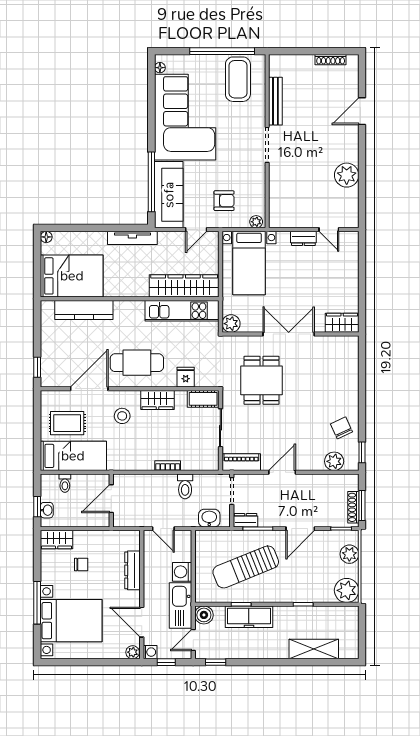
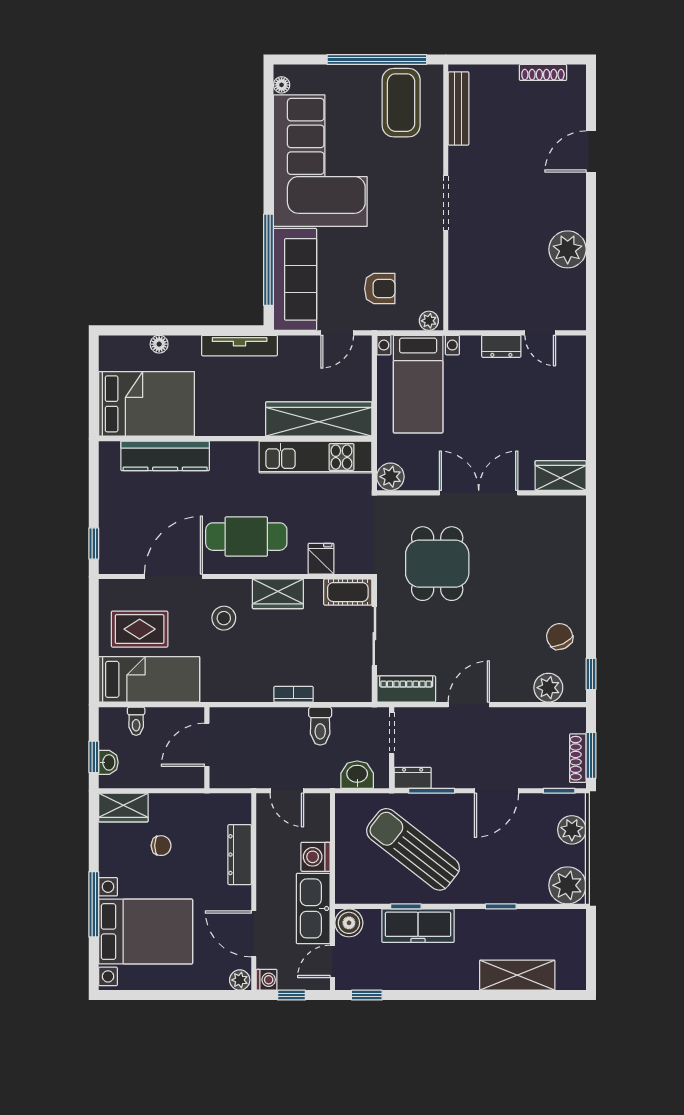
bench: (275, 101) -> (458, 108), moved
floor lamp: (46, 237) -> (159, 344), moved
sun lounger: (246, 567) -> (413, 849), turned 60

